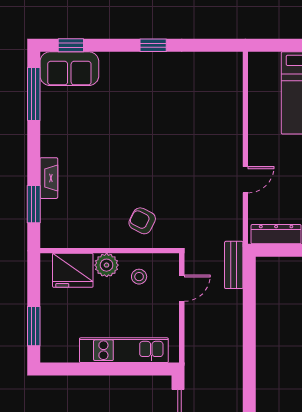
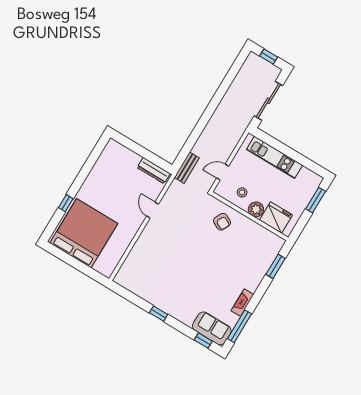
fireplace: (49, 178) -> (242, 303), moved
door: (245, 180) -> (152, 210), hinge flipped

